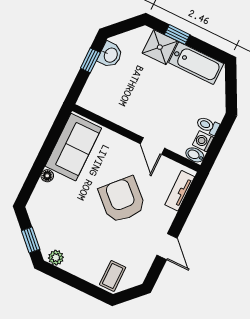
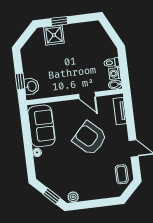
washbasin: (110, 55) -> (32, 86), moved
window: (90, 60) -> (20, 81), moved
bathtub: (196, 63) -> (81, 31), removed
coffee table: (113, 276) -> (122, 174), moved

